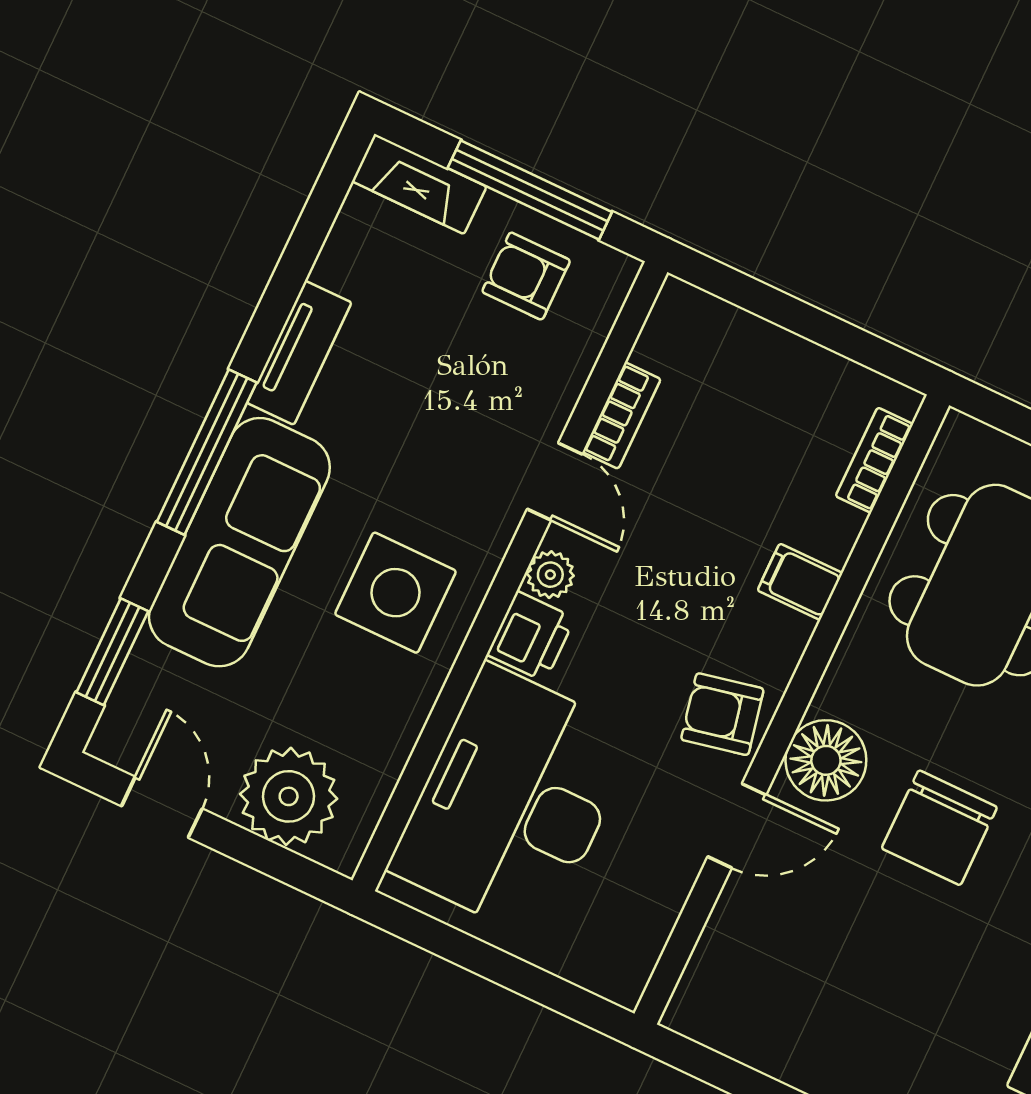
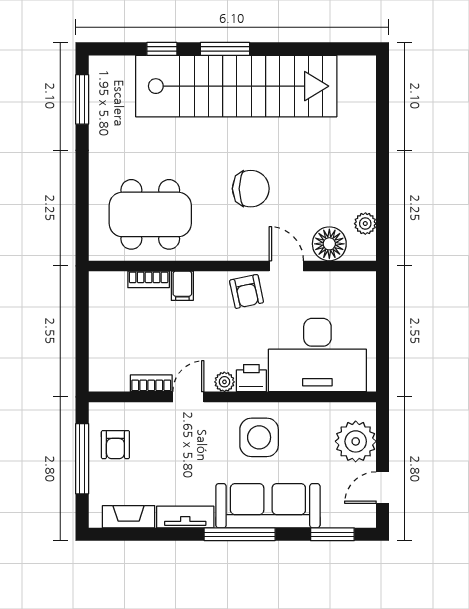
fireplace: (419, 184) -> (129, 517), moved, turned -90
bookcase: (874, 460) -> (149, 279), moved
floor lamp: (826, 760) -> (329, 244), moved
plant: (748, 1039) -> (365, 224), added

